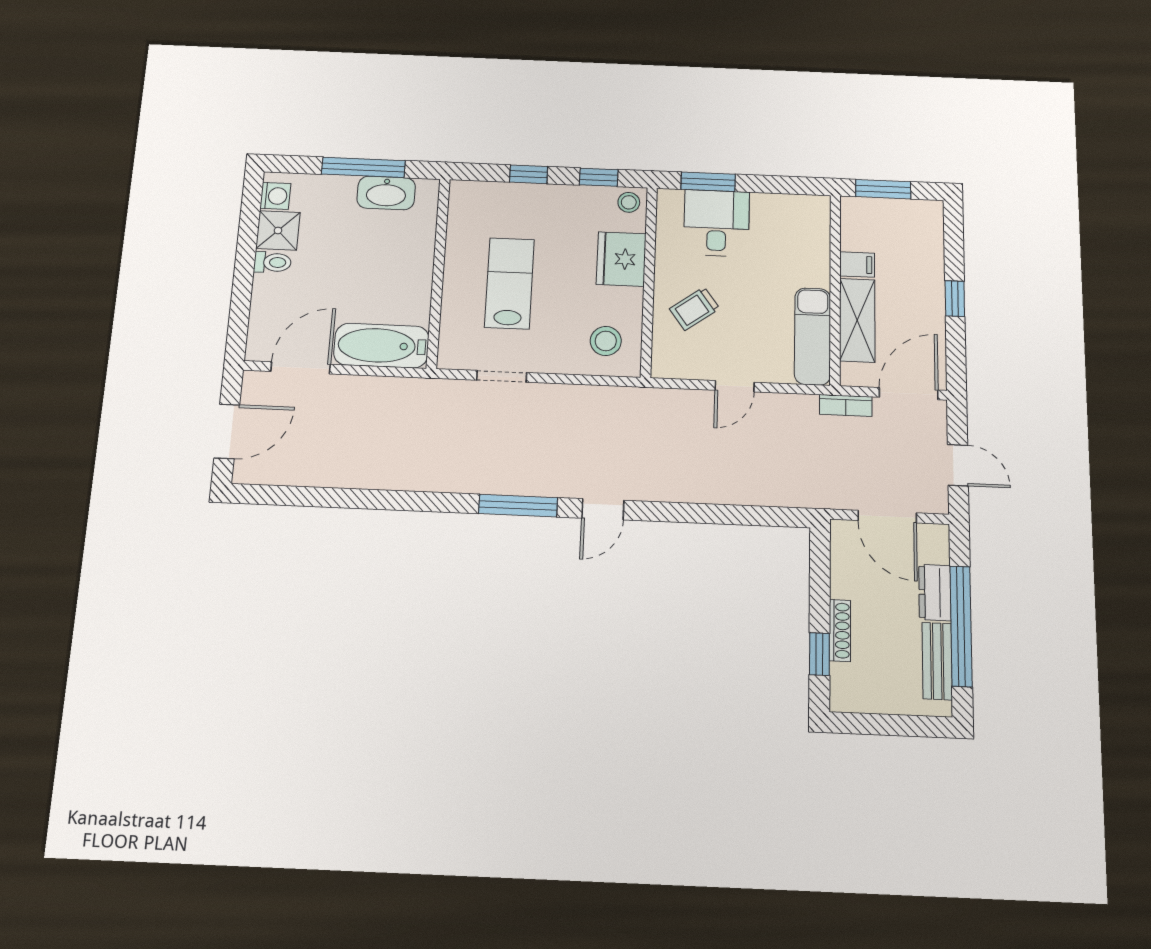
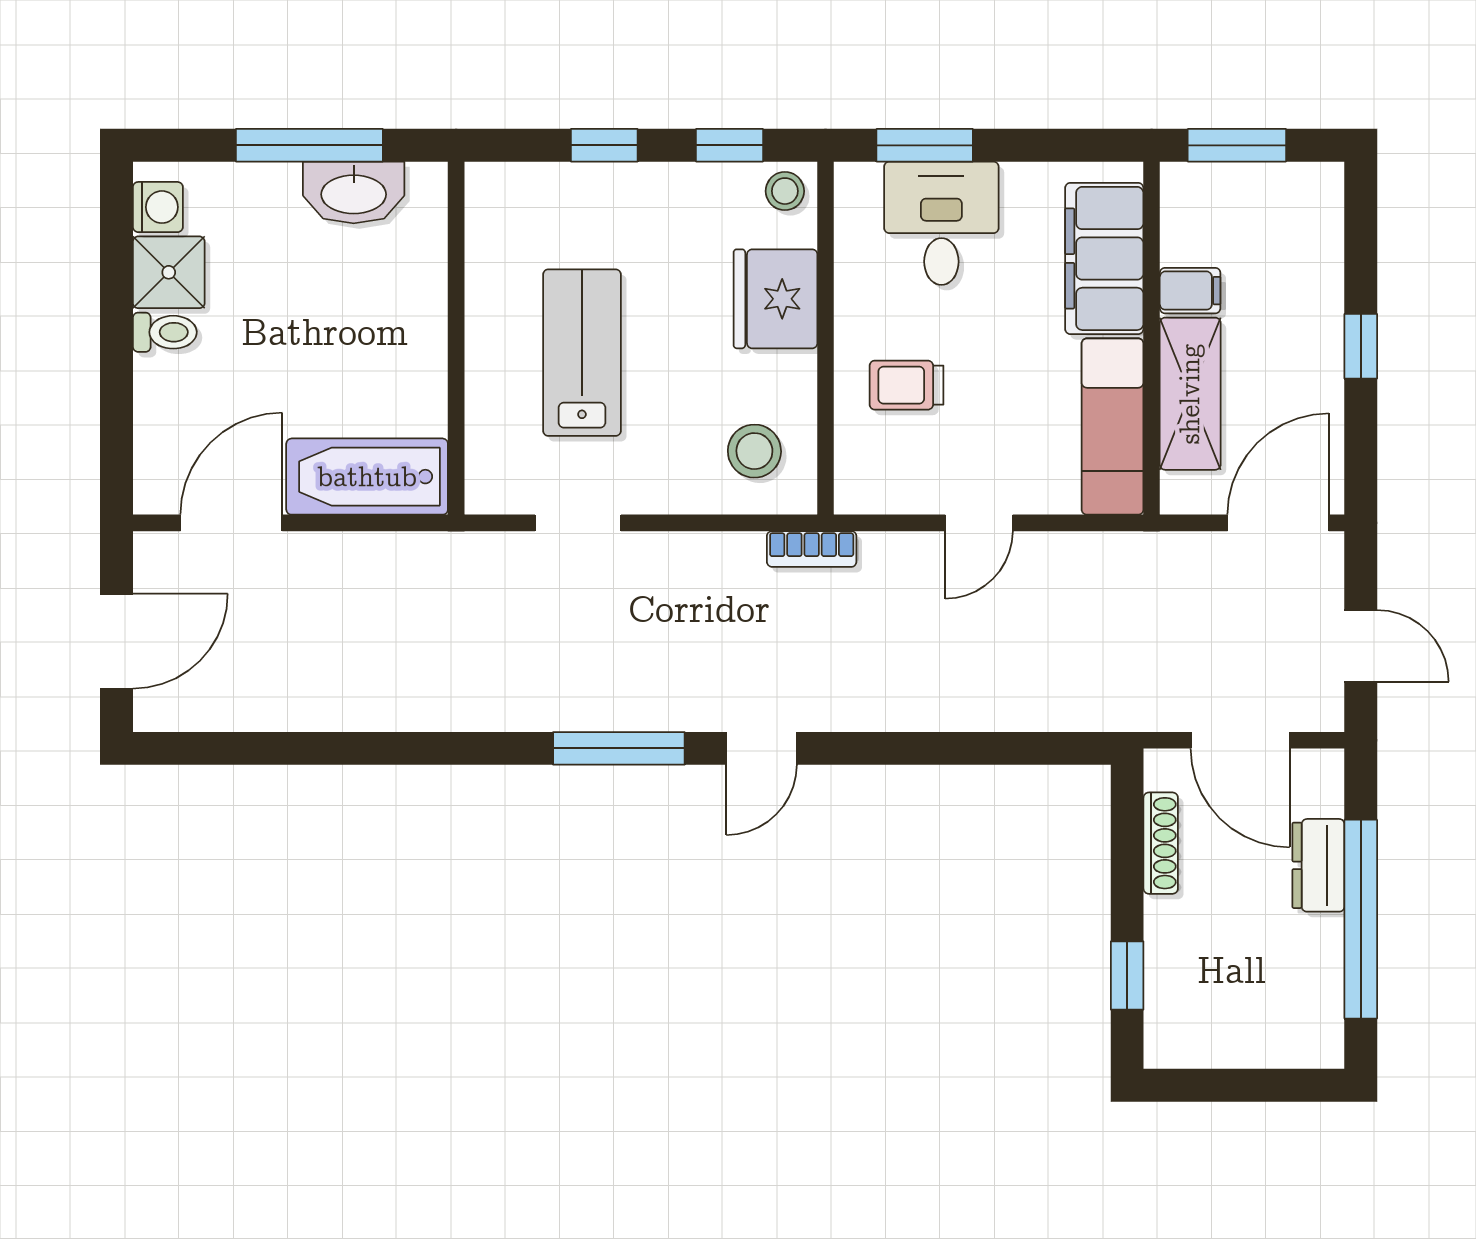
filing cabinet: (808, 245) -> (1104, 258), added
trolley: (694, 309) -> (906, 385), turned 36
bookcase: (846, 406) -> (812, 549), moved
shoe rack: (840, 630) -> (1161, 843), moved
bench: (937, 661) -> (1321, 979), removed

